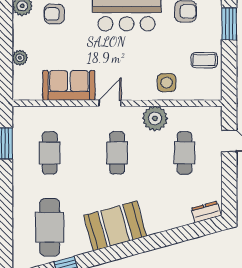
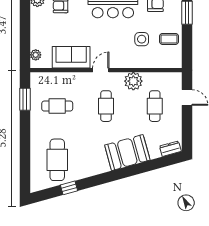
plant: (20, 58) -> (36, 55), moved
side table: (167, 83) -> (142, 39), moved
cafe table: (50, 153) -> (57, 106), turned 90
booth: (115, 226) -> (127, 153), moved

